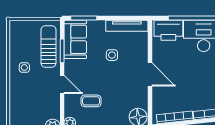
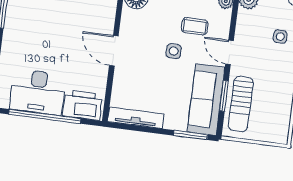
sofa: (75, 39) -> (206, 100), width x1.36
side table: (112, 55) -> (174, 51), moved
side table: (24, 68) -> (280, 37), moved

